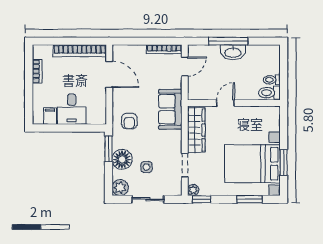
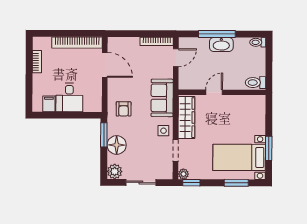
toilet: (272, 80) -> (258, 42), moved
bed with nightstands: (252, 164) -> (239, 157), width x0.73
side table: (146, 167) -> (163, 131), moved

